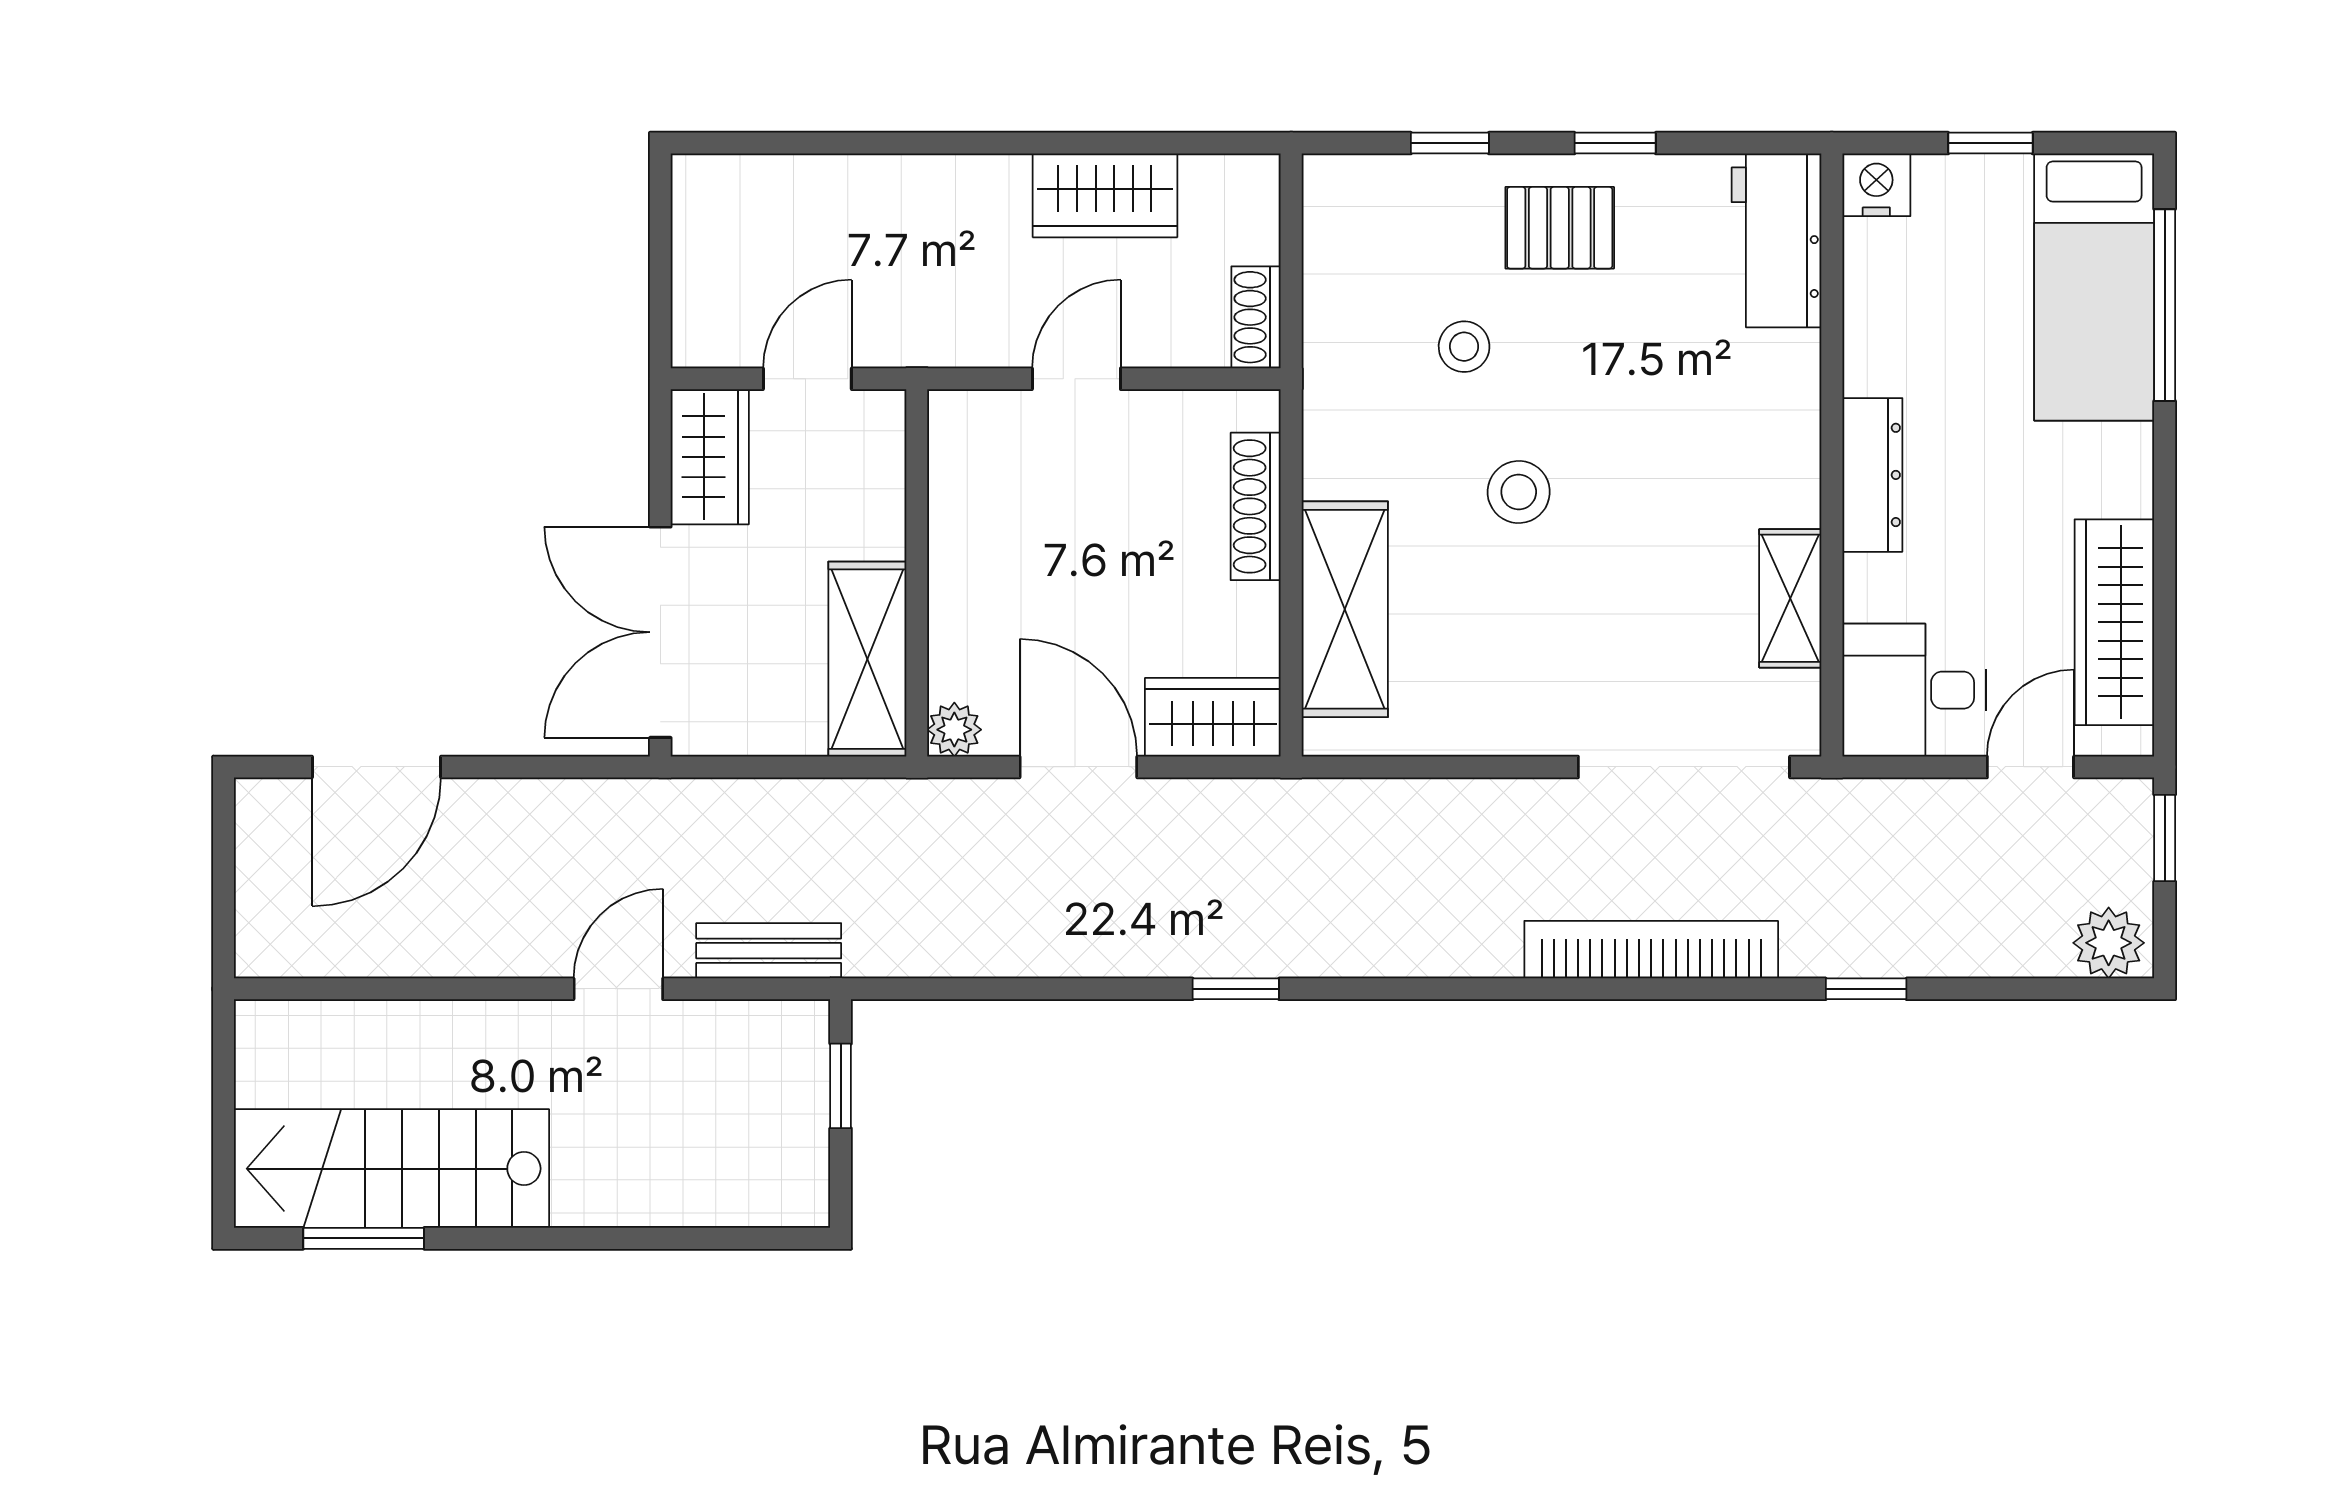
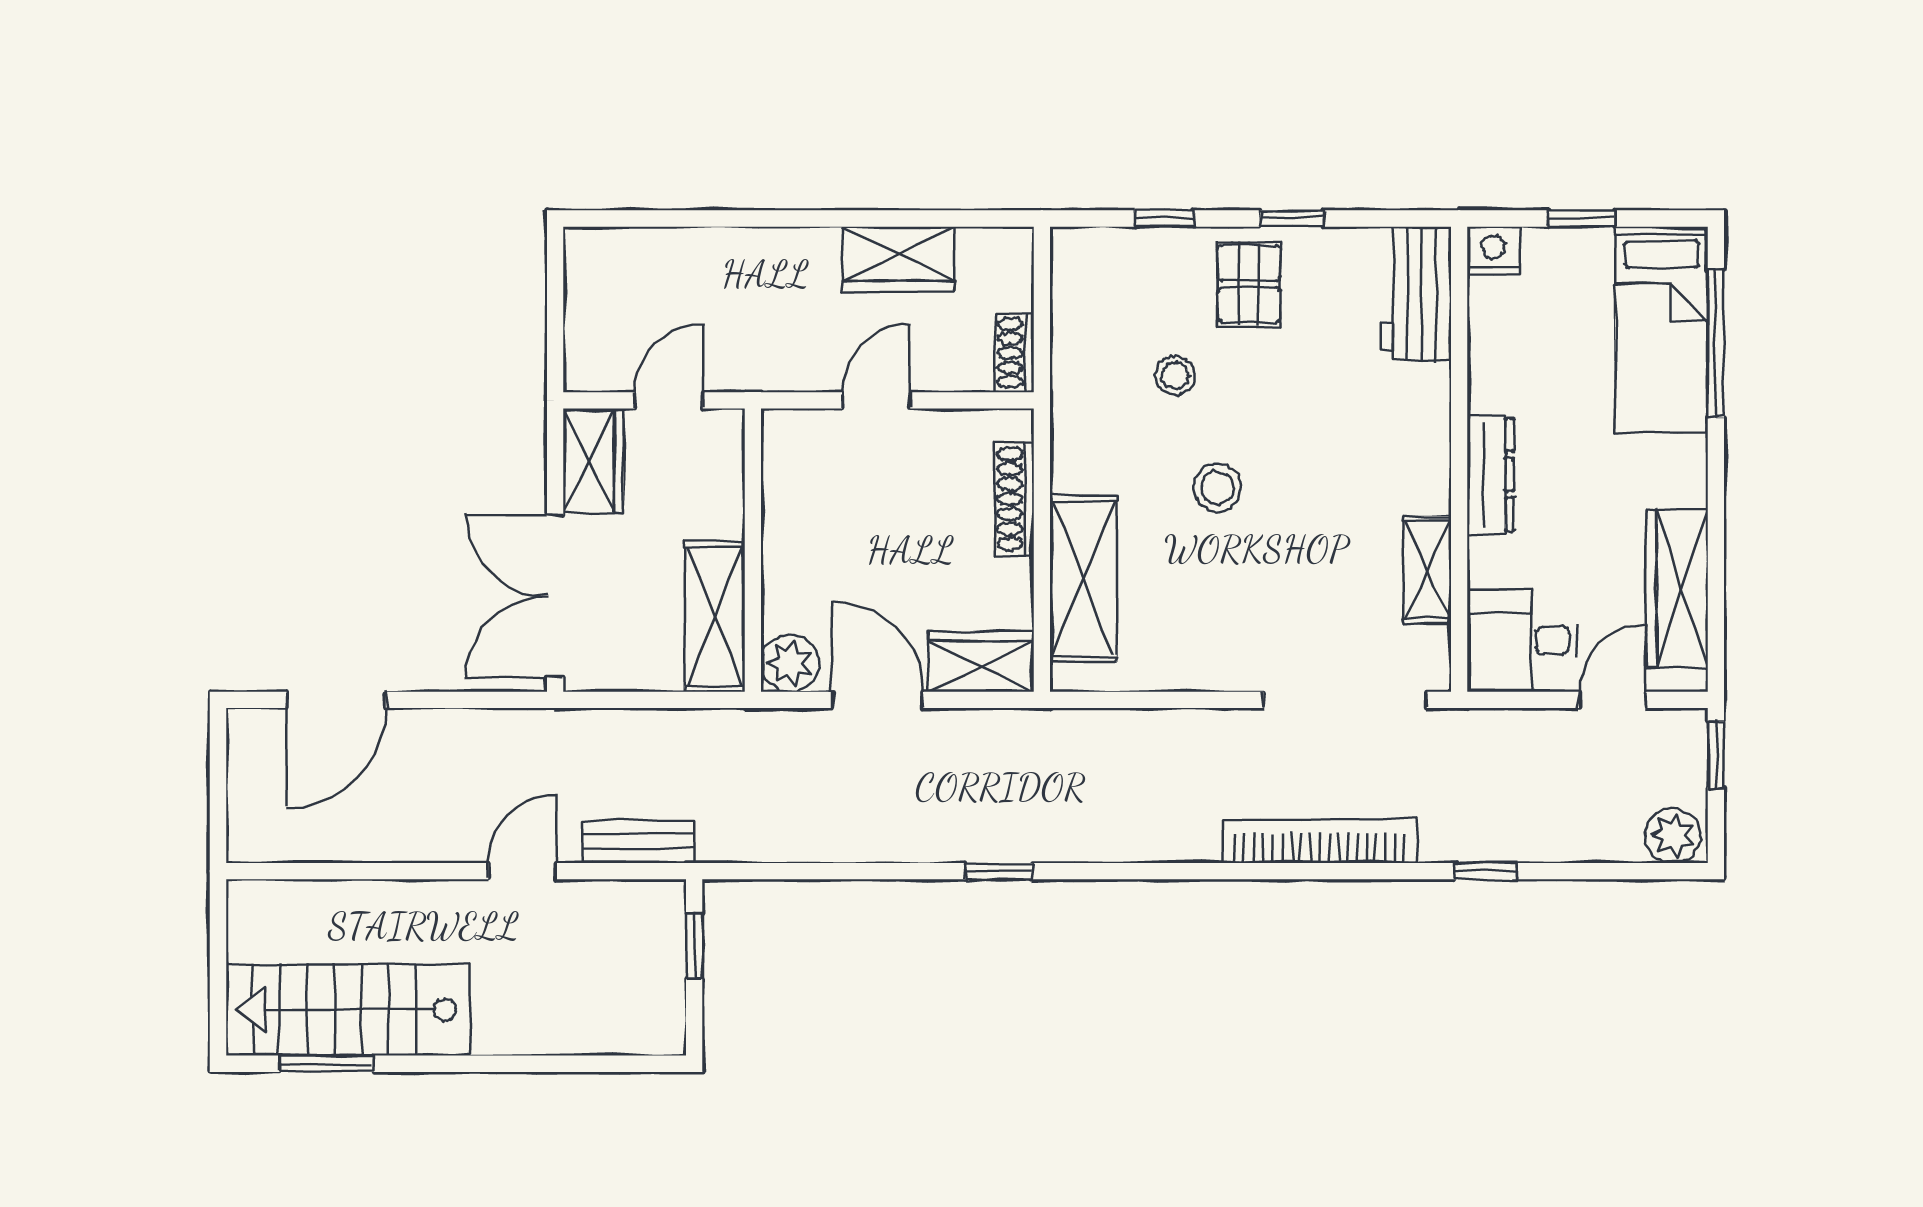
pallet: (1560, 228) -> (1249, 284), turned 90
plant: (954, 730) -> (790, 663), width x1.38, depth x1.38

